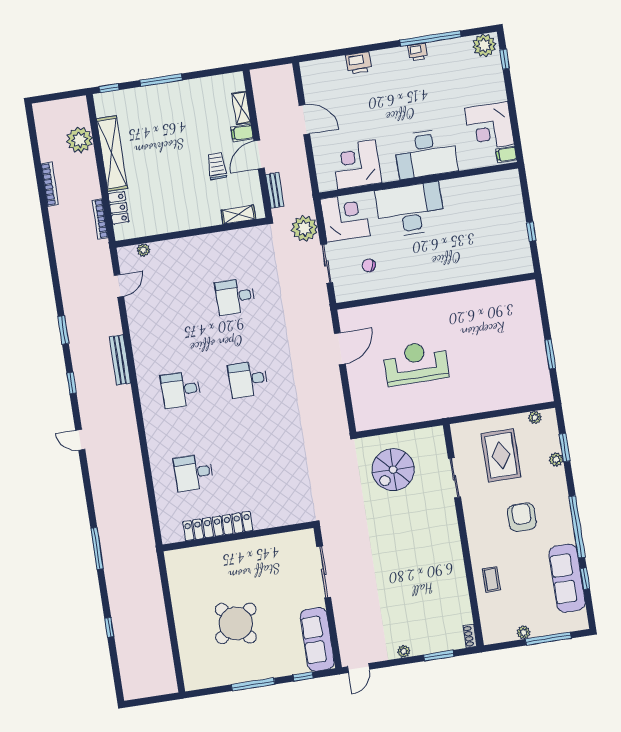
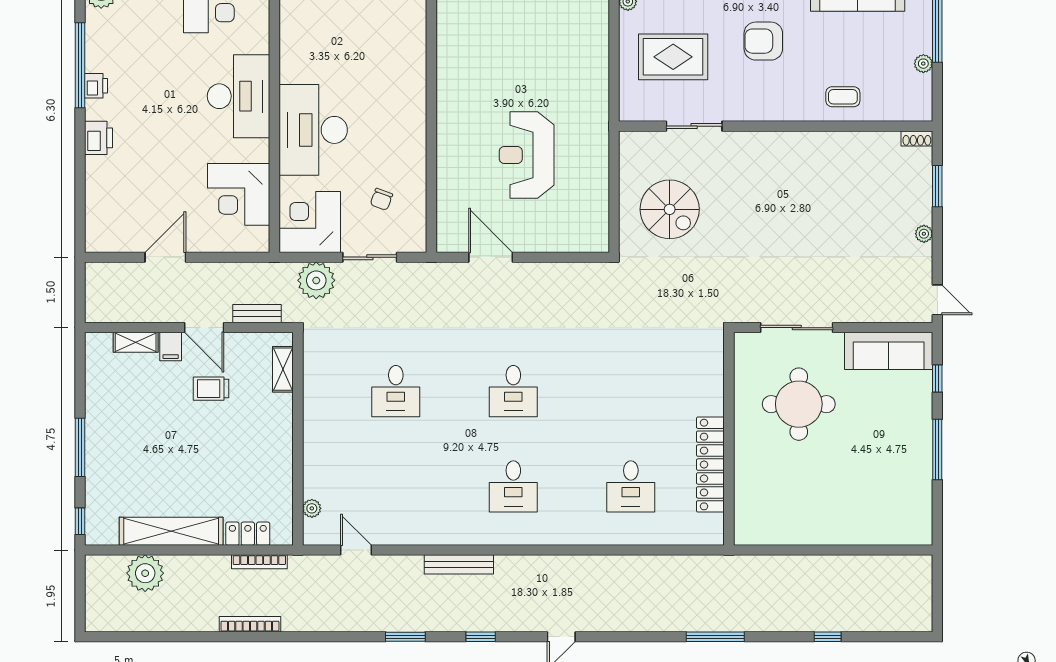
printer: (359, 63) -> (98, 138), moved
bookcase: (50, 184) -> (250, 624), moved
round table: (236, 623) -> (799, 404), moved, turned 37

